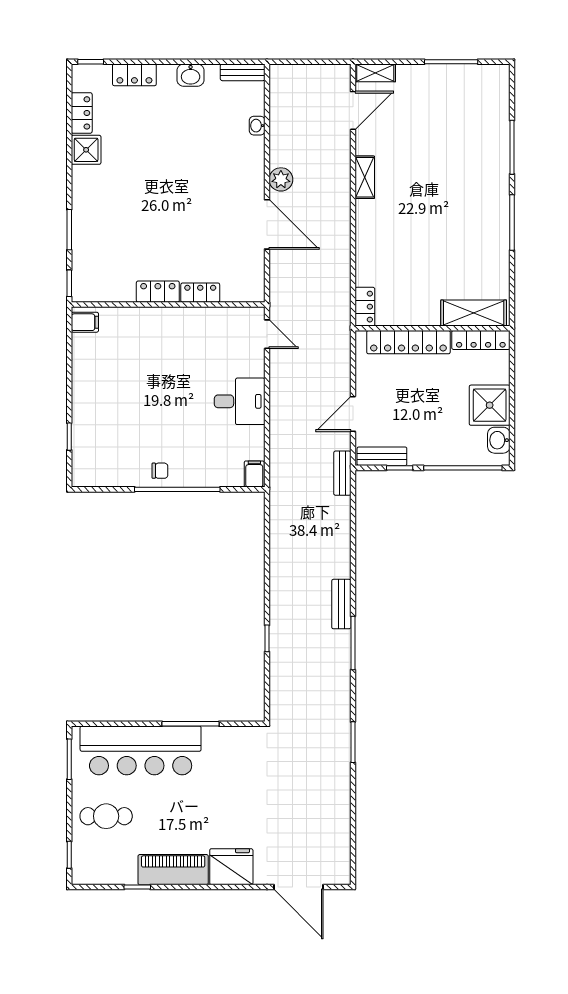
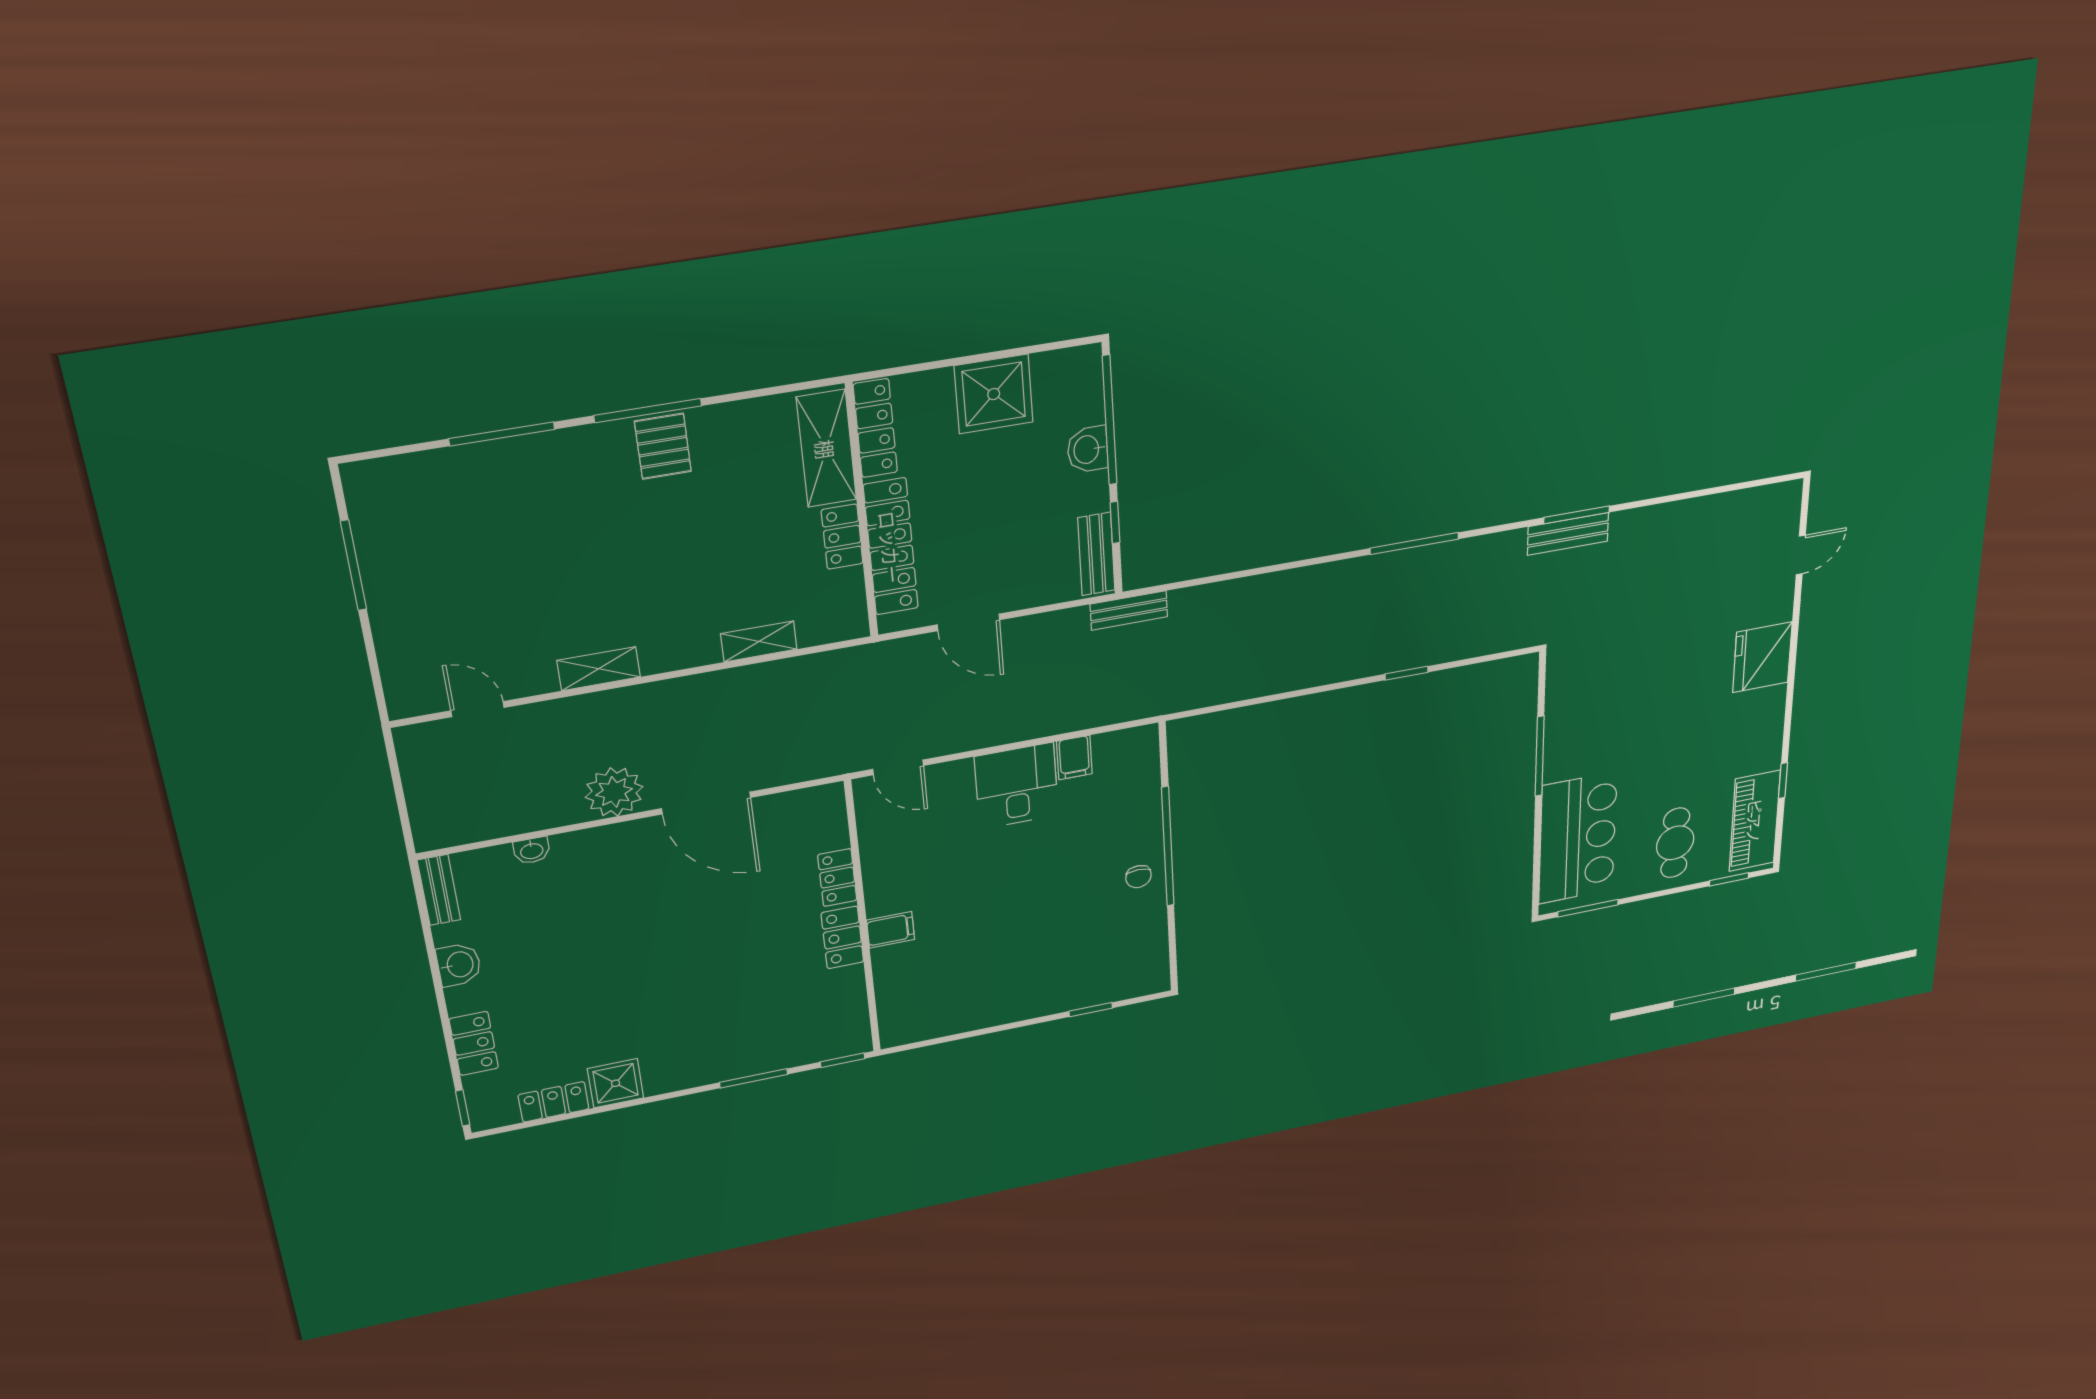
shelving: (375, 73) -> (759, 641), moved, turned 90
door: (353, 110) -> (477, 709), width x0.73
plant: (281, 179) -> (614, 792), width x1.36, depth x1.36
door: (267, 224) -> (706, 803), swing flipped
pallet: (490, 228) -> (663, 446), added
locker: (365, 307) -> (842, 537), moved, turned -90
filing cabinet: (85, 322) -> (891, 930), moved, turned 90
door: (267, 334) -> (898, 767), swing flipped
door: (353, 414) -> (969, 622), moved
washbasin: (499, 440) -> (1088, 449), moved, turned 90
chair: (160, 471) -> (1139, 877), turned 180
filing cabinet: (254, 474) -> (1074, 757), moved, turned -90
bench: (341, 604) -> (1568, 534), moved
bar counter: (141, 750) -> (1578, 838), width x0.73
piano: (173, 870) -> (1755, 821), moved
door: (299, 887) -> (1801, 555), width x0.53

